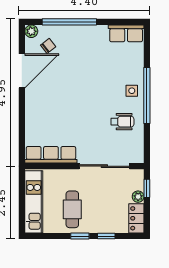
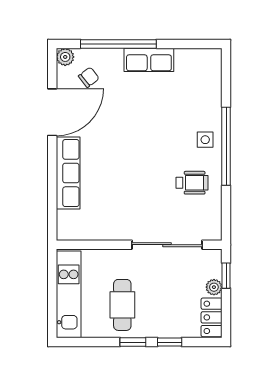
row of seats: (126, 33) -> (149, 60), moved
row of seats: (51, 155) -> (68, 173), moved, turned 90

